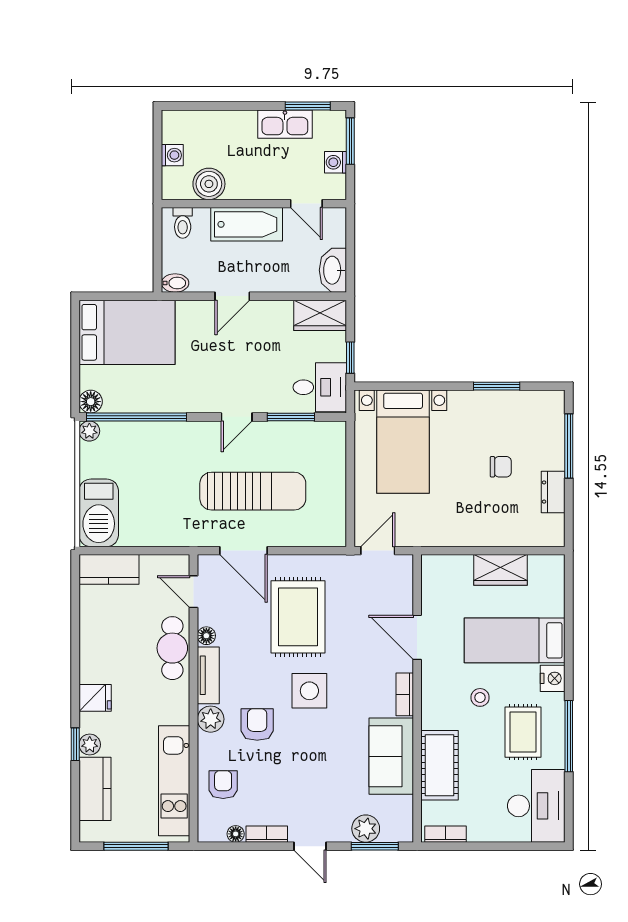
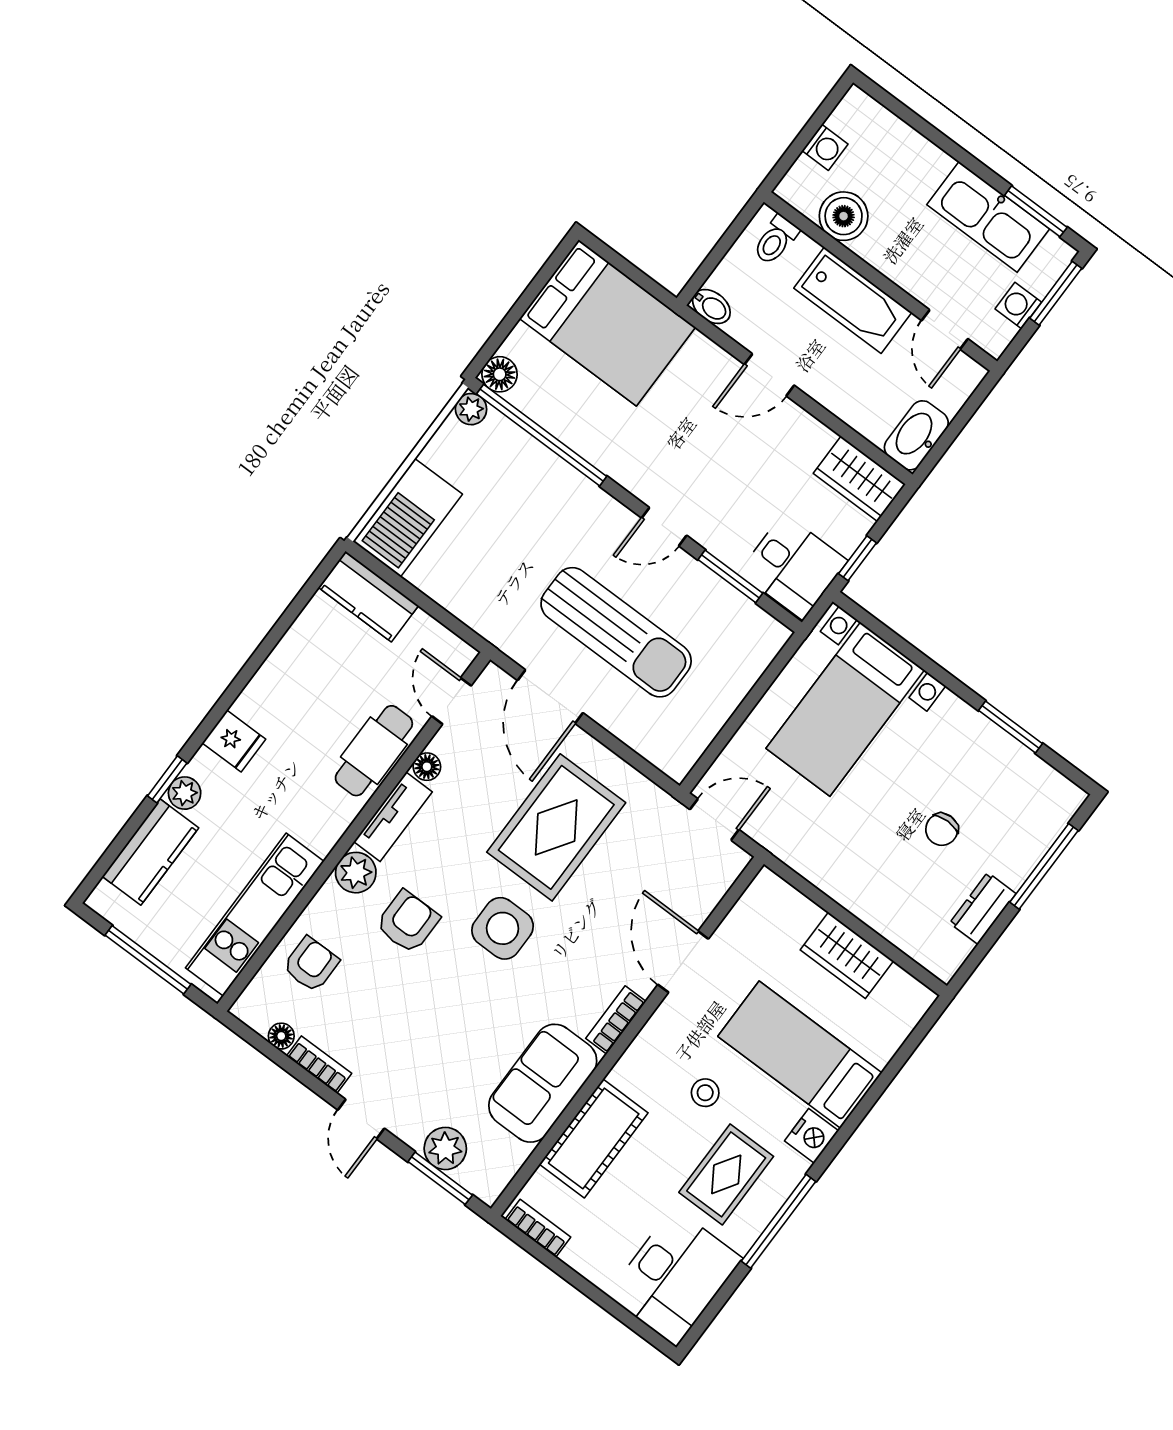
kitchen sink: (285, 124) -> (988, 217), width x1.36, depth x1.24
chair: (501, 467) -> (942, 829), turned 90

